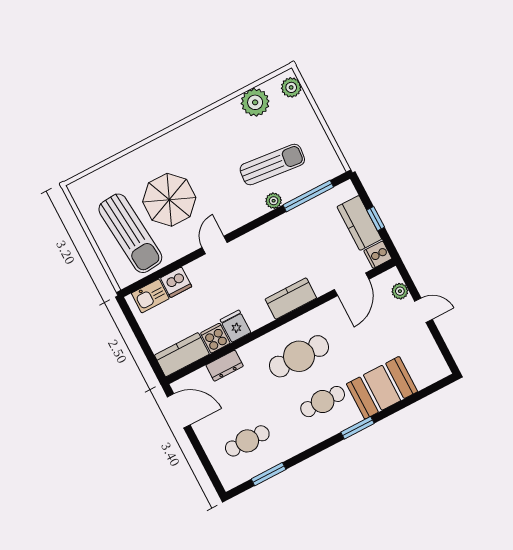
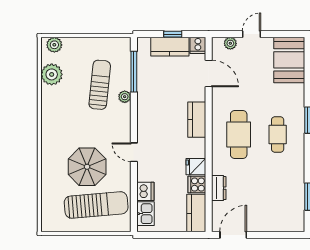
booth: (382, 388) -> (289, 60), moved
cafe table: (247, 441) -> (278, 199), removed

